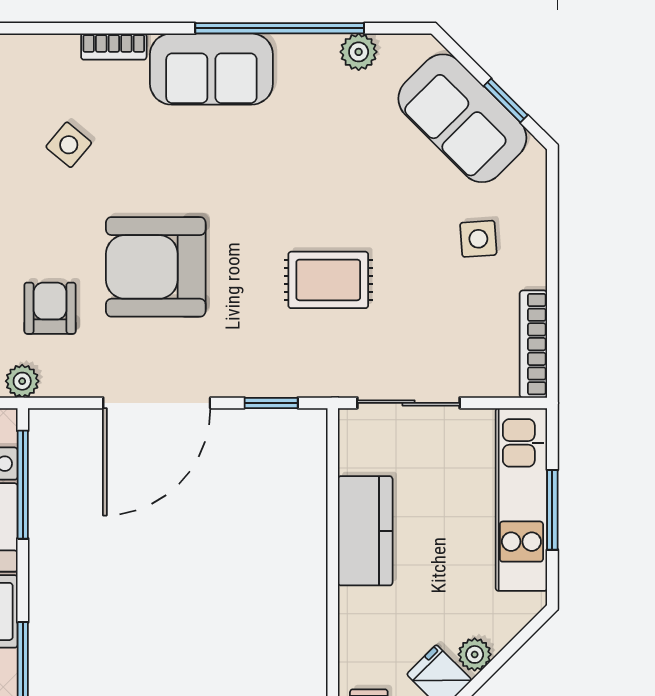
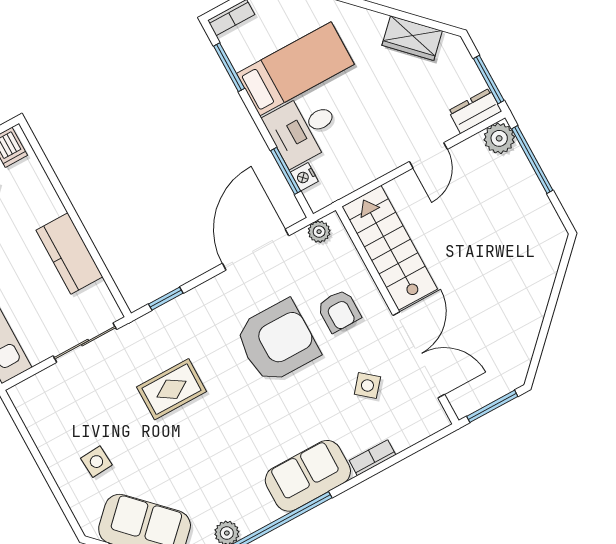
armchair: (50, 308) -> (339, 311), moved
bookcase: (533, 344) -> (30, 417), removed
door: (157, 403) -> (256, 250), moved
window: (23, 485) -> (286, 171), width x0.69

